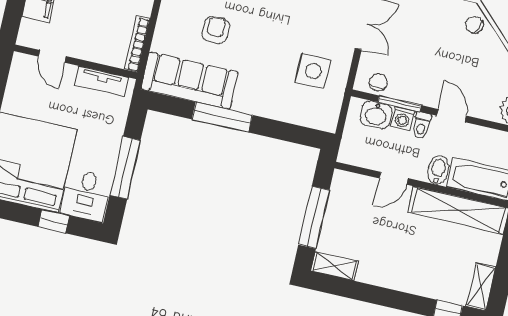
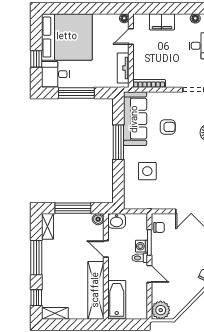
floor lamp: (20, 61) -> (124, 18), added
side table: (313, 71) -> (147, 171), moved
washbasin: (376, 115) -> (117, 221), moved, turned -90
door: (452, 116) -> (149, 274), hinge flipped
bidet: (438, 170) -> (116, 273), removed
boiler: (342, 180) -> (98, 219), added
window: (382, 296) -> (36, 258), added

